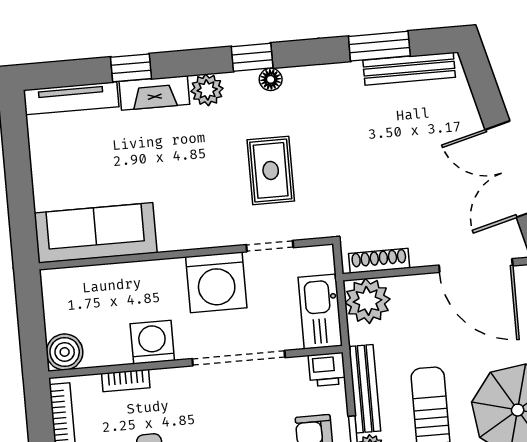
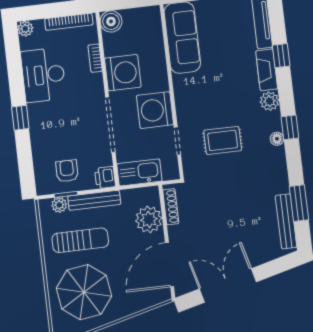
plant: (367, 301) -> (149, 219), moved
washing machine: (152, 342) -> (123, 73), width x1.37, depth x1.37

